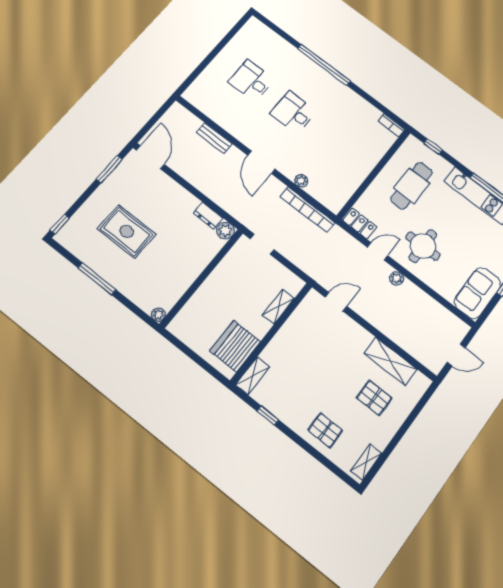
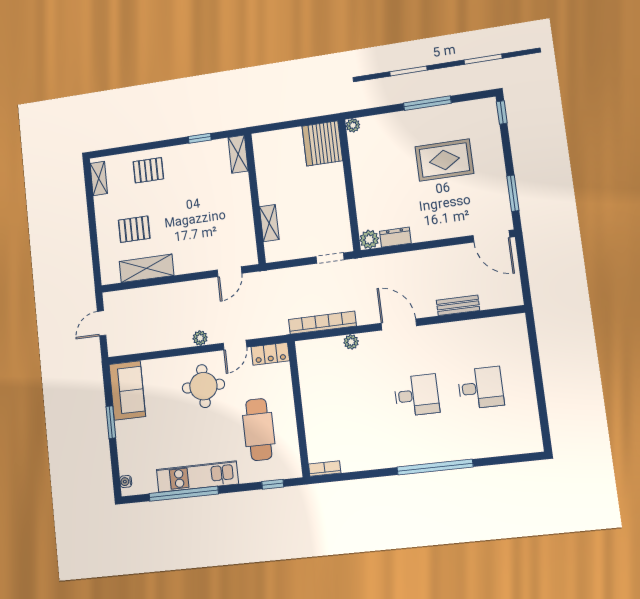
server rack: (235, 346) -> (322, 143), moved, turned 180

